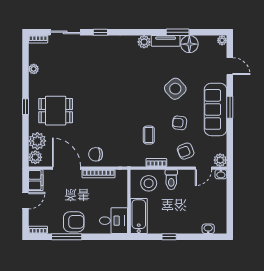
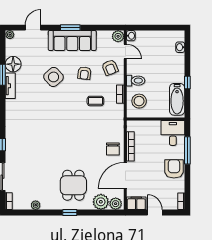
plant: (144, 42) -> (11, 105), removed
bathtub: (139, 216) -> (177, 99), moved, turned -90
window: (67, 237) -> (187, 150), moved

